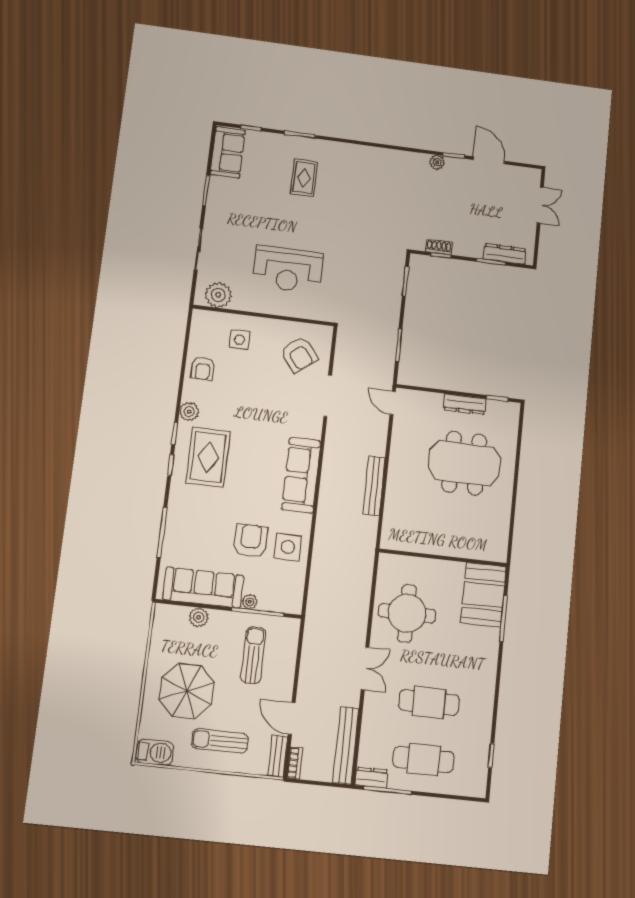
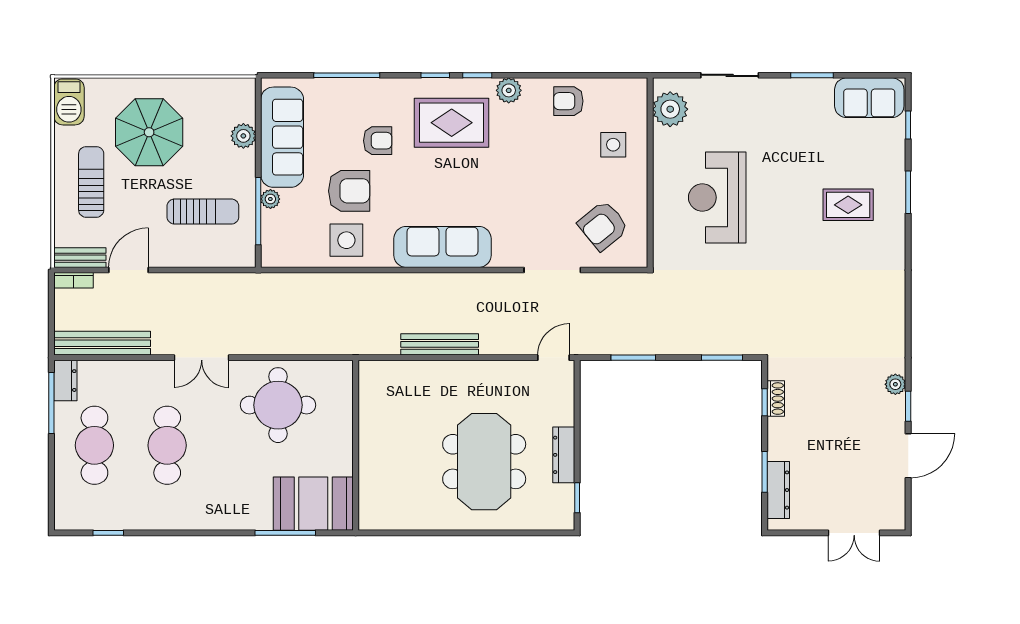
armchair: (215, 515) -> (378, 141), added

